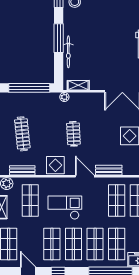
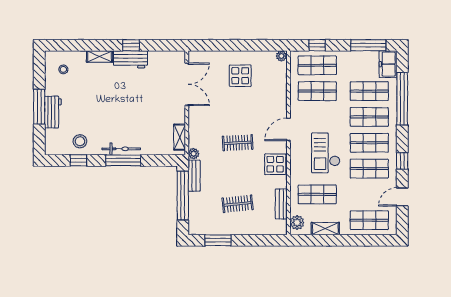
bicycle: (68, 52) -> (121, 149), moved
clothes rail: (22, 134) -> (238, 204), width x0.73
bench: (109, 170) -> (194, 176), moved

